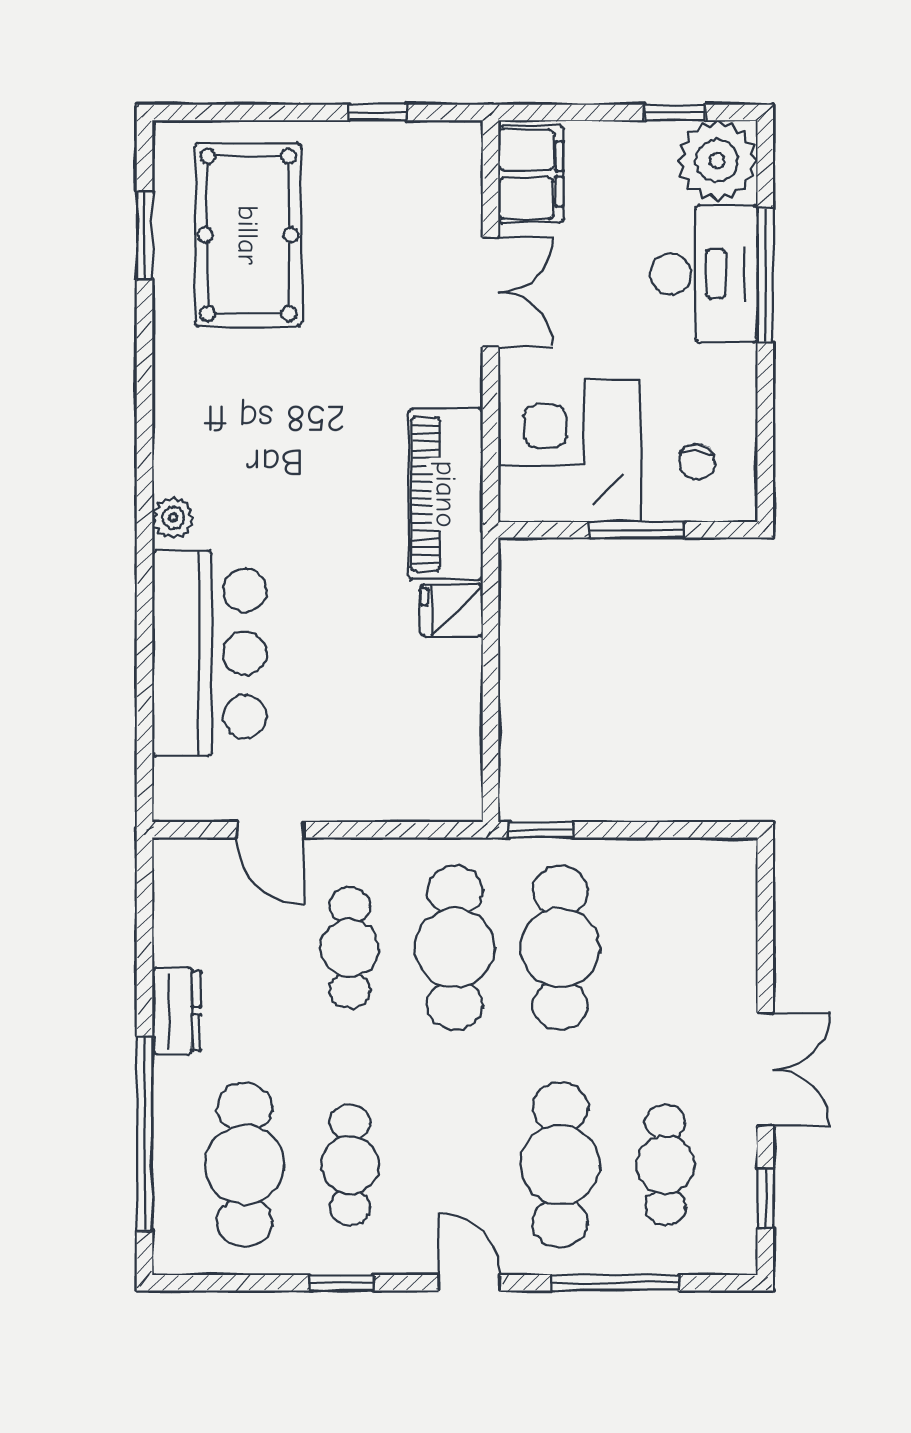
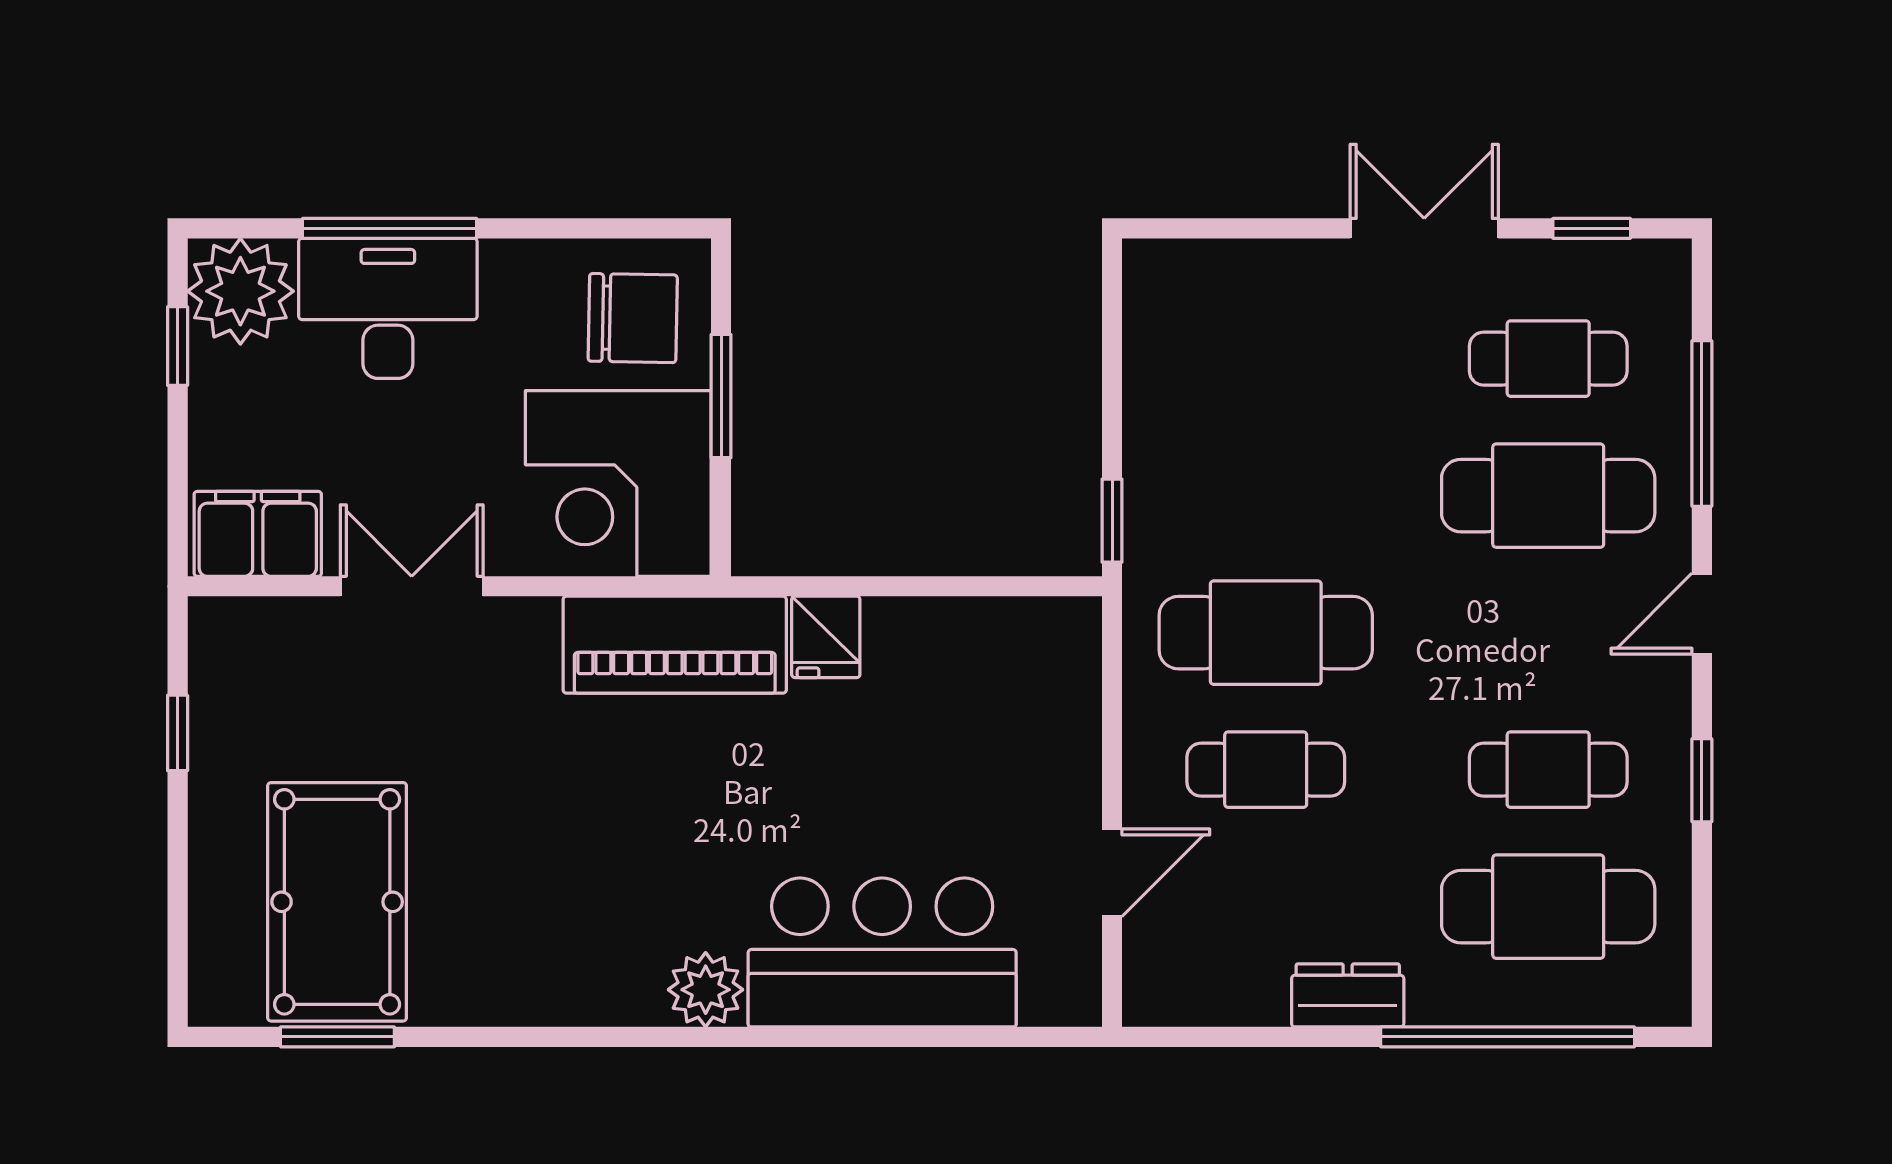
pool table: (248, 235) -> (337, 902), turned 90
chair: (696, 462) -> (633, 318), width x1.87, depth x1.87
plant: (173, 518) -> (706, 990), width x1.38, depth x1.38
cafe table: (560, 948) -> (1266, 496), removed

